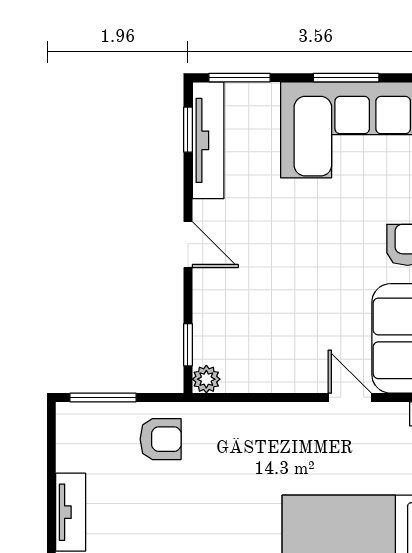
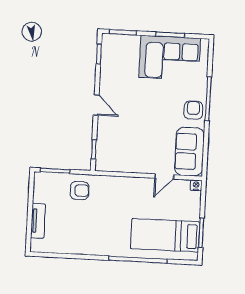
tv unit: (208, 140) -> (108, 59), removed
plant: (206, 379) -> (101, 165), removed
door: (350, 397) -> (164, 176), swing flipped

